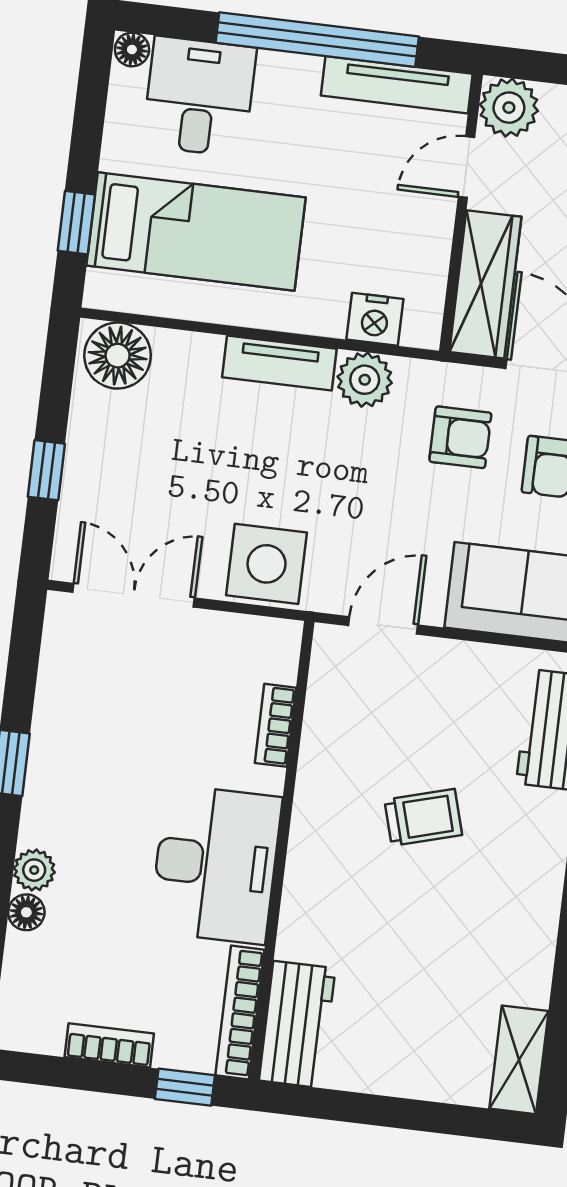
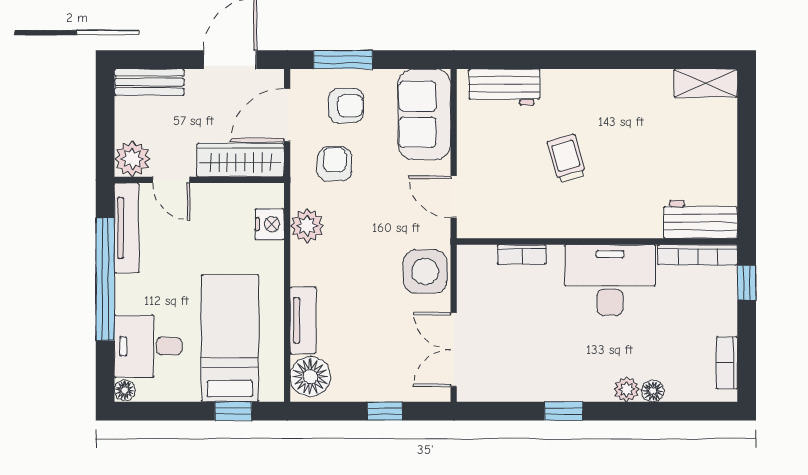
tv unit: (279, 363) -> (303, 320), moved
bookcase: (109, 1045) -> (727, 363), moved

